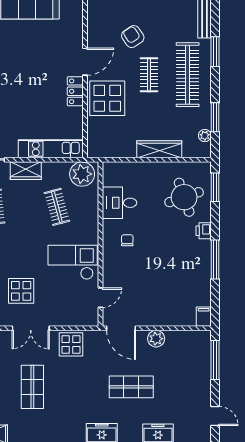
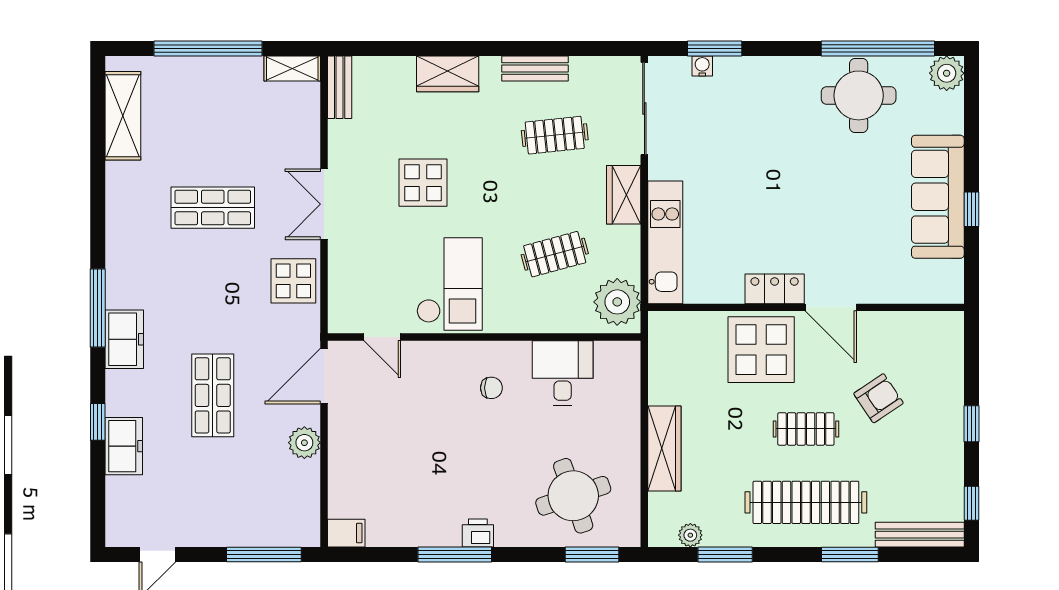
printer: (204, 231) -> (478, 533), moved
display table: (21, 291) -> (423, 183), moved

